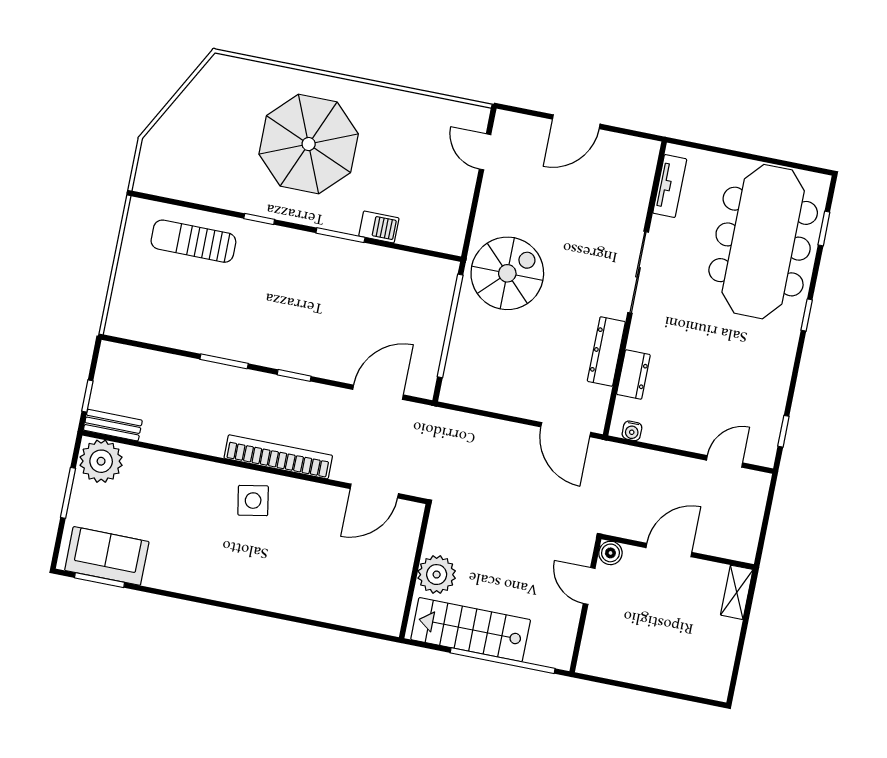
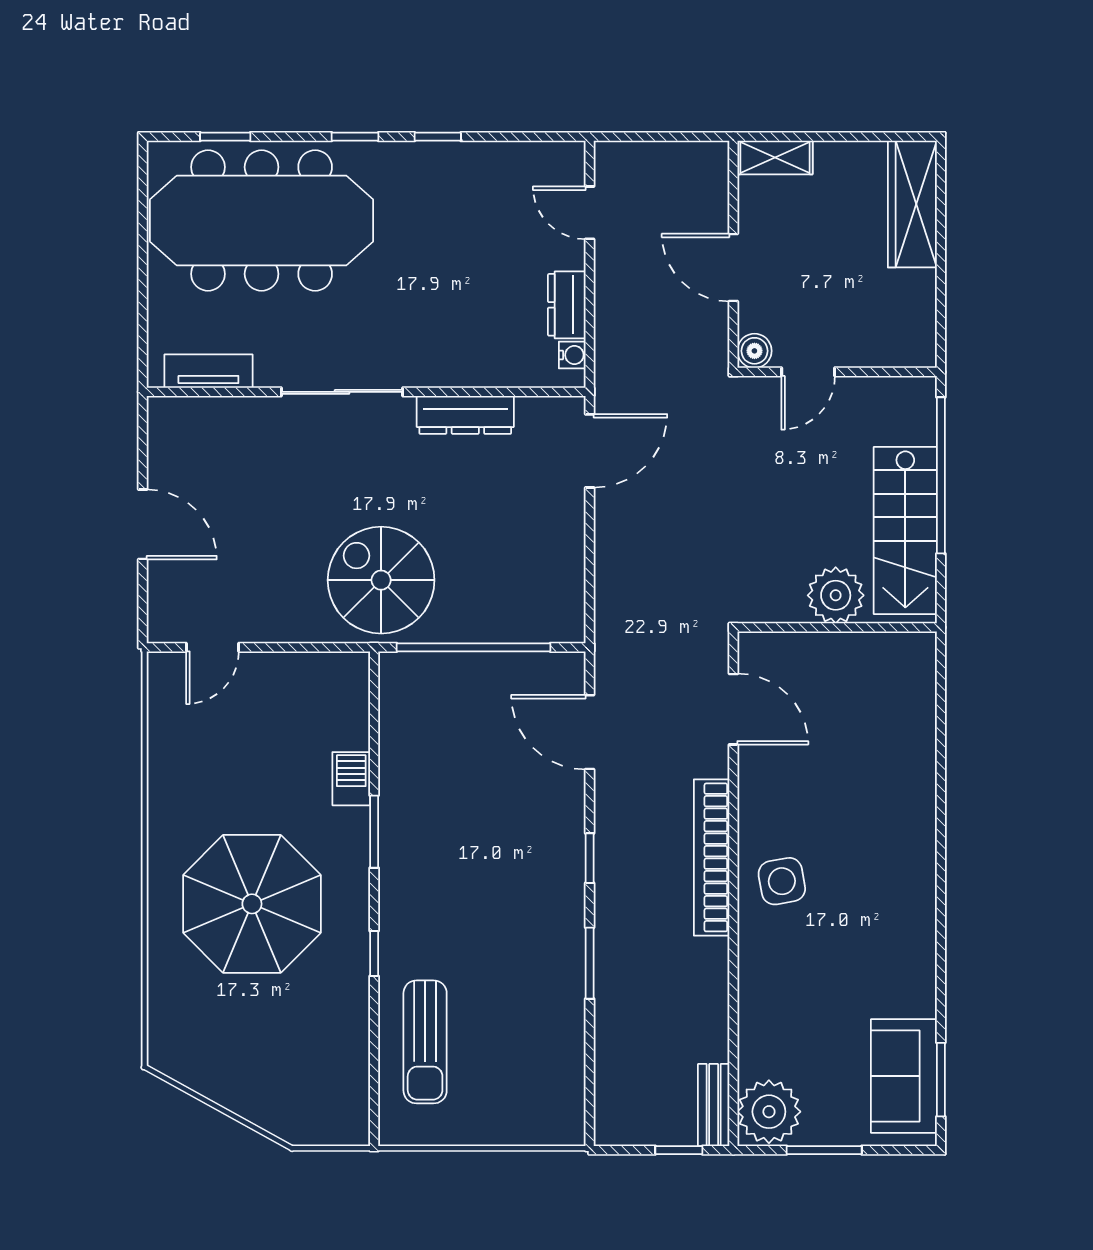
dresser: (633, 375) -> (567, 305), moved, turned -90
window: (783, 431) -> (438, 137), moved
wardrobe: (687, 678) -> (912, 204), added

